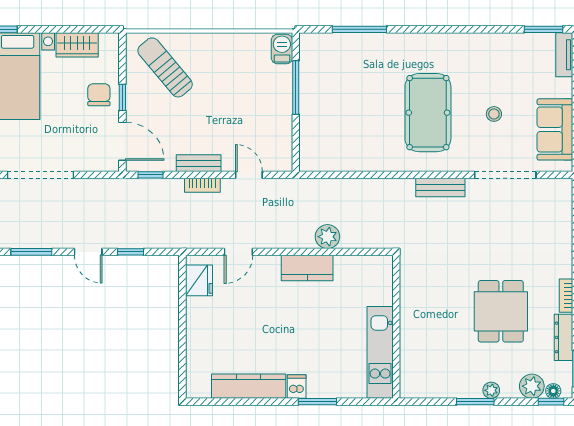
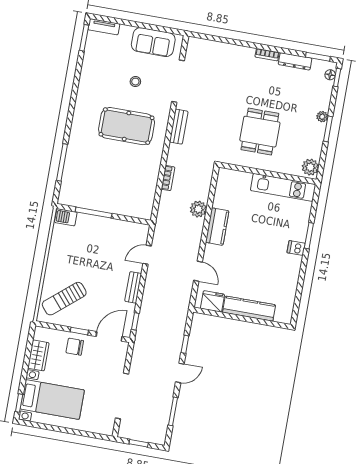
bookcase: (202, 185) -> (168, 178), moved
dining table: (501, 311) -> (260, 132), moved, turned 90
kitchen counter: (249, 386) -> (249, 309), moved, turned 90
plant: (532, 386) -> (310, 167), moved

